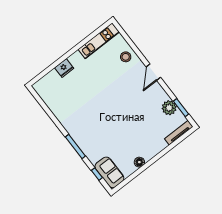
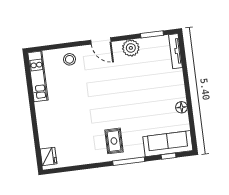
fridge: (64, 68) -> (48, 156), moved
plant: (169, 108) -> (131, 48), moved
rug: (84, 126) -> (114, 141), added
sofa: (109, 172) -> (168, 144), width x1.36

